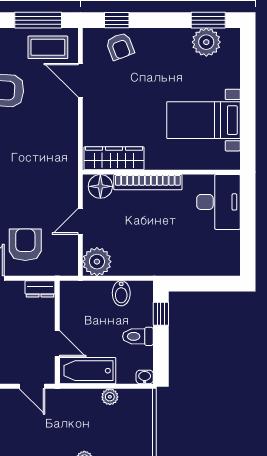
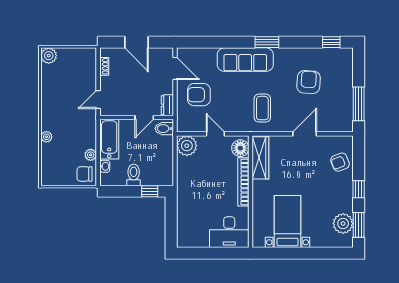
window: (117, 20) -> (359, 189), moved
coffee table: (48, 47) -> (262, 108), moved
door: (80, 80) -> (305, 134), moved
armchair: (25, 245) -> (199, 95), turned 180
bidet: (121, 293) -> (164, 129), moved
door: (57, 344) -> (144, 117), moved
washbasin: (145, 377) -> (105, 166), moved
chair: (137, 405) -> (85, 174), added

